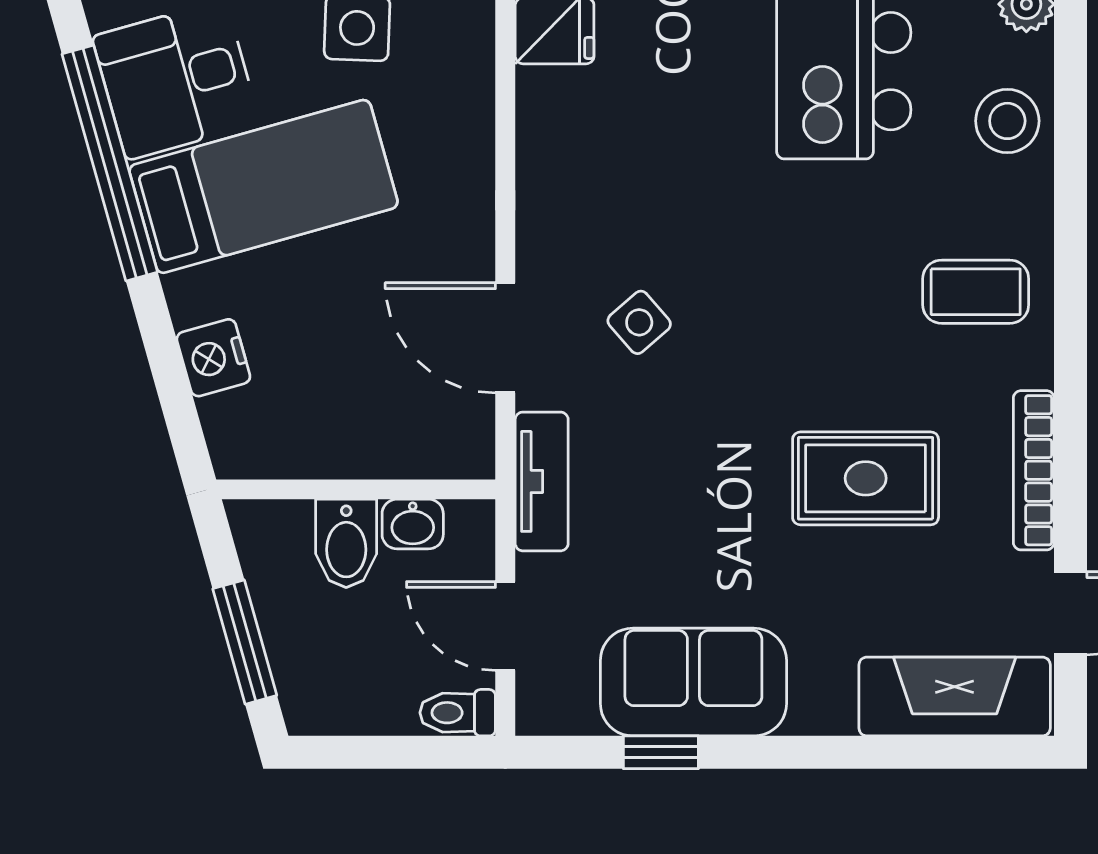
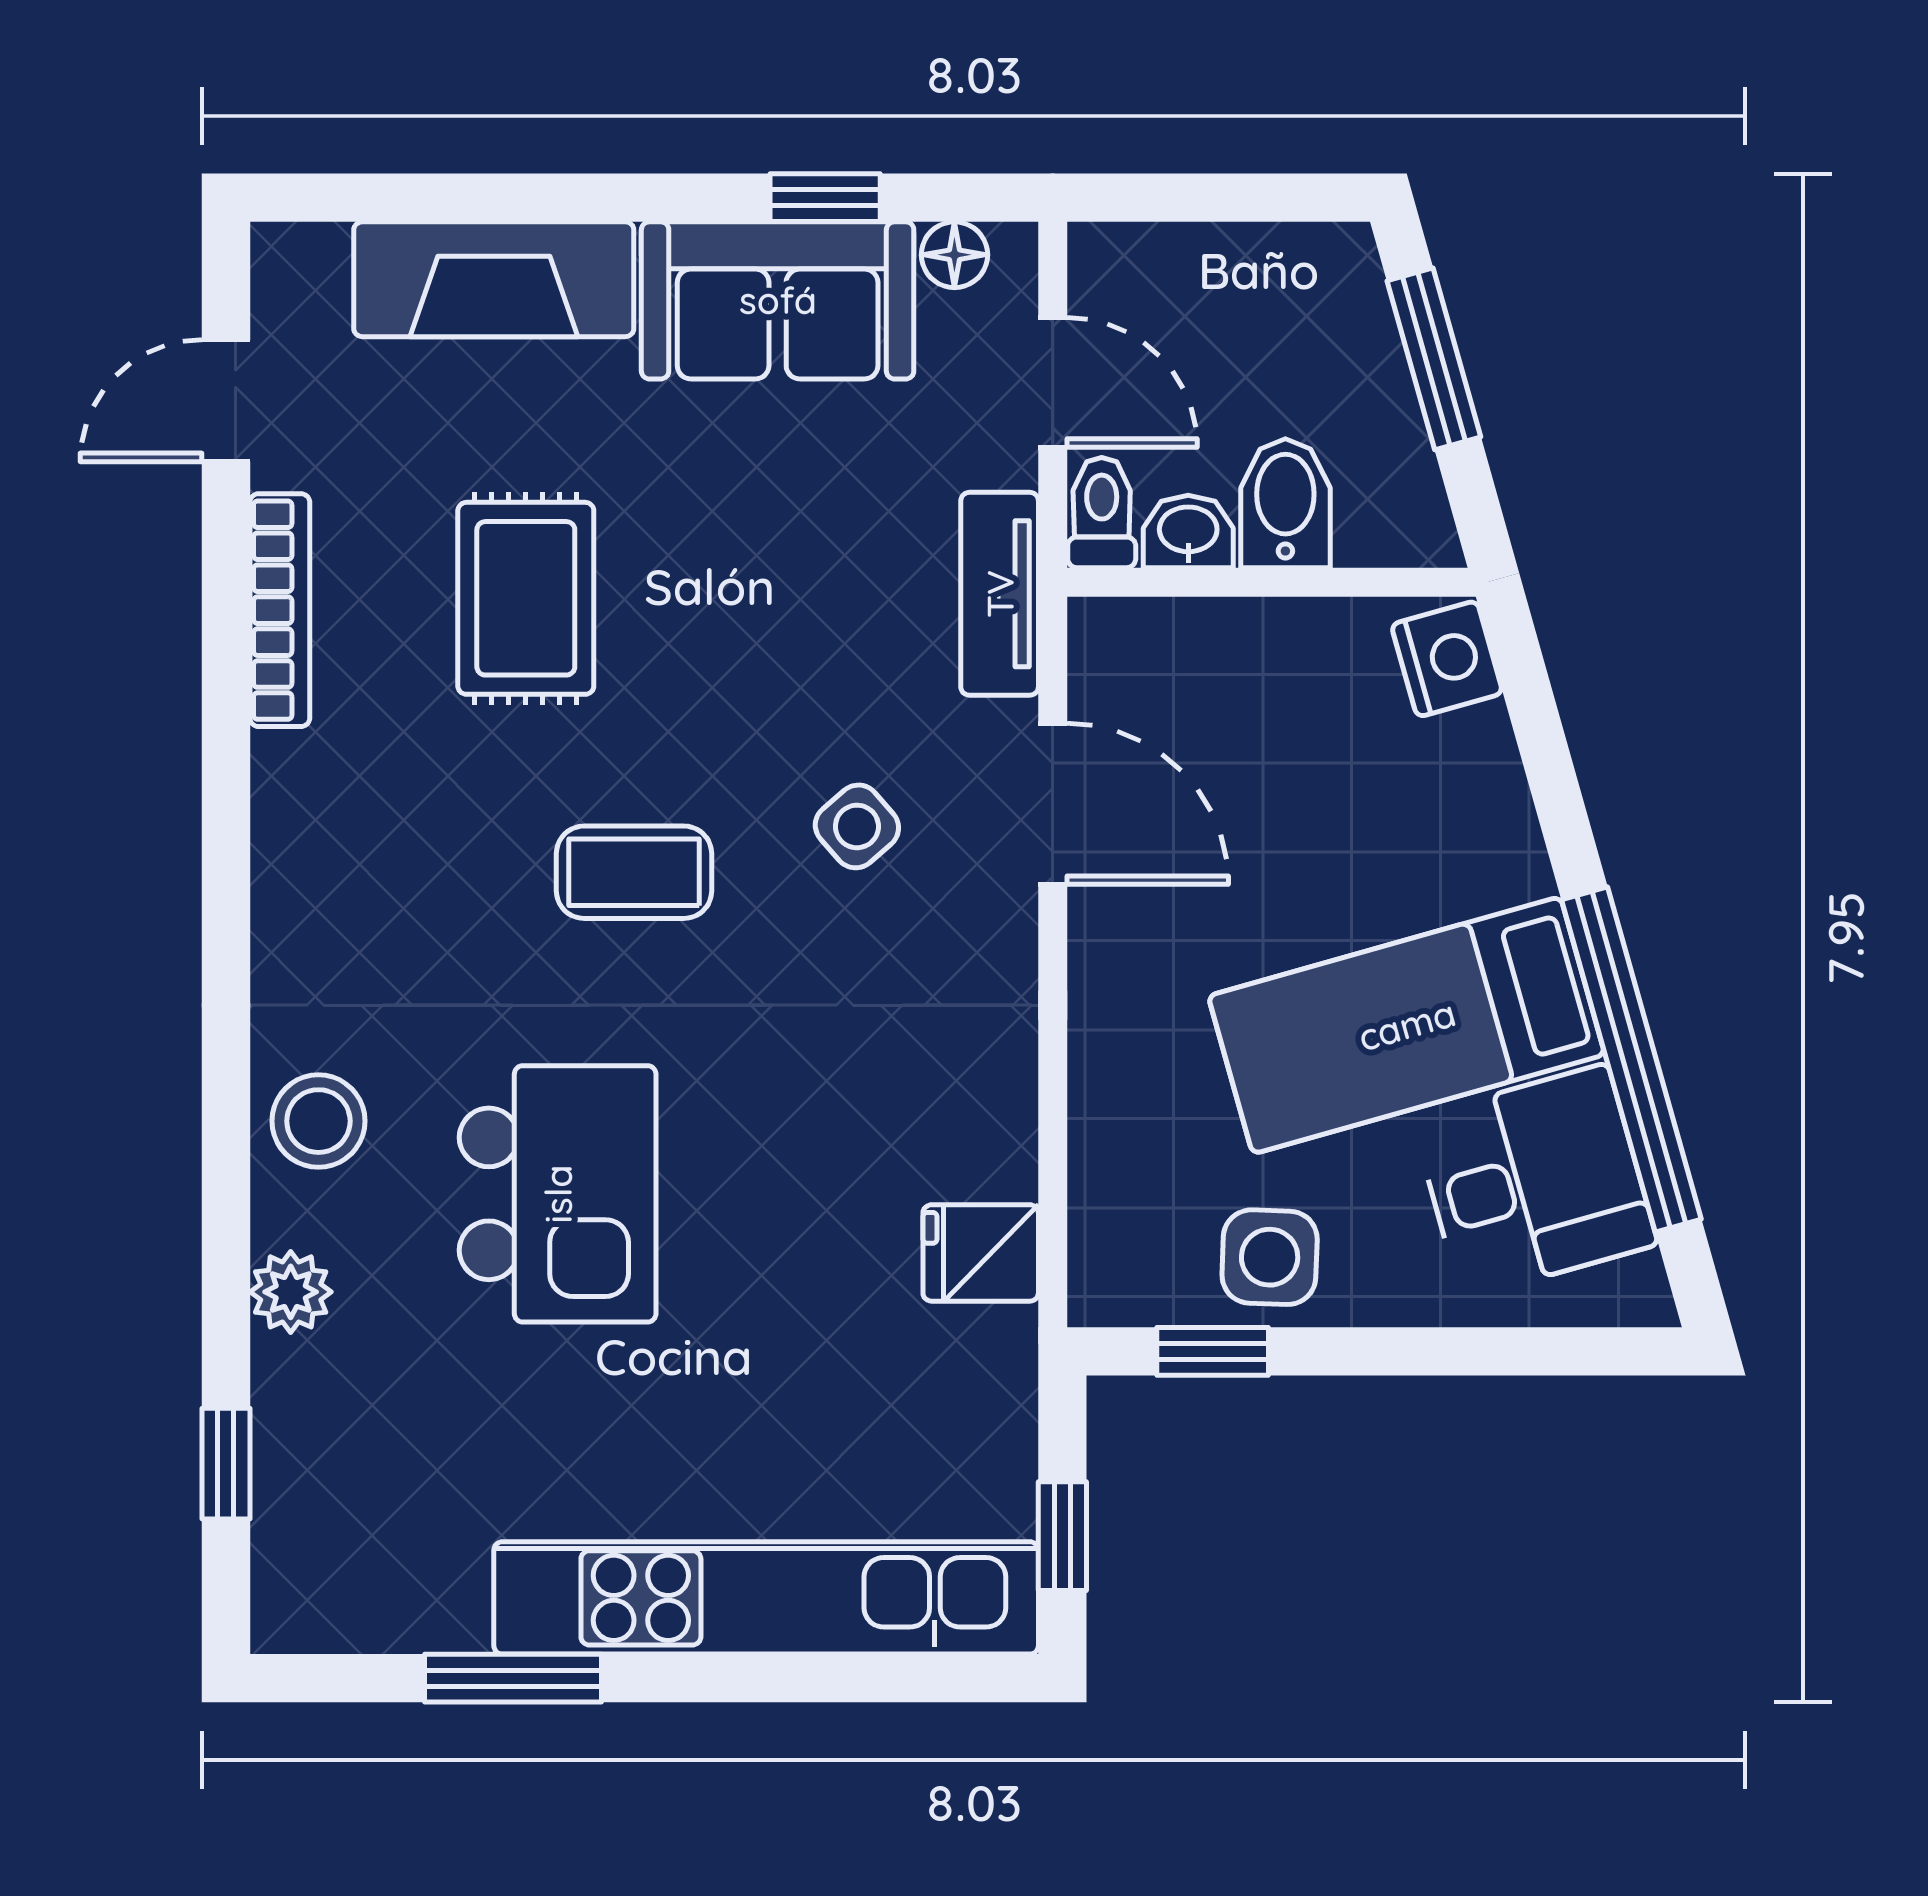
coffee table: (976, 292) -> (634, 872), moved
nightstand: (213, 358) -> (1447, 659), moved
rug: (866, 478) -> (526, 598), turned 90
fireplace: (955, 697) -> (494, 279), moved
toilet: (458, 713) -> (1102, 513), moved, turned -90
floor lamp: (572, 713) -> (954, 255), added

